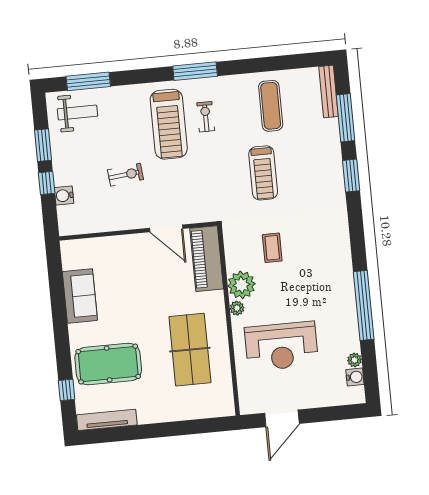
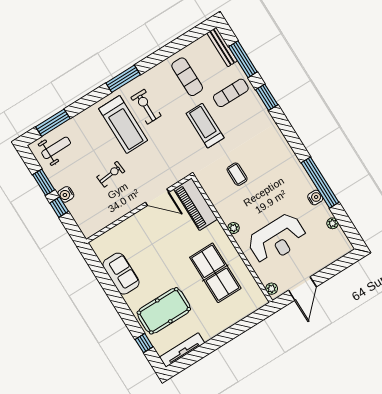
exercise bike: (206, 117) -> (146, 107), width x1.38, depth x1.39
exercise mat: (312, 150) -> (231, 93), added
treadmill: (263, 173) -> (205, 126), turned 180
water cooler: (64, 196) -> (66, 194), moved
plant: (241, 285) -> (272, 289), moved, width x0.53, depth x0.53
water cooler: (355, 377) -> (315, 198), moved

